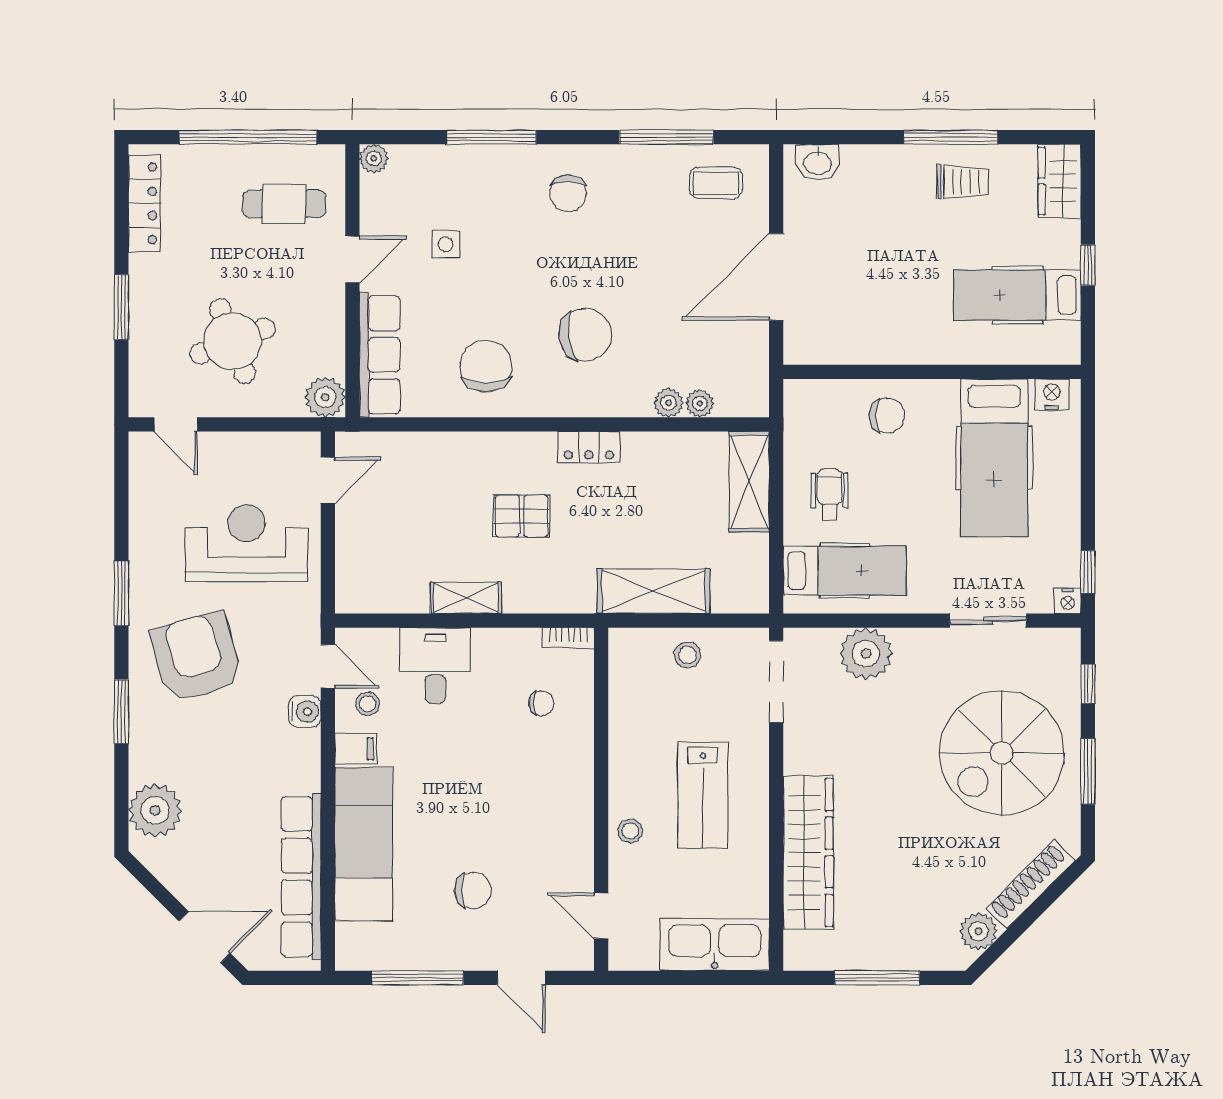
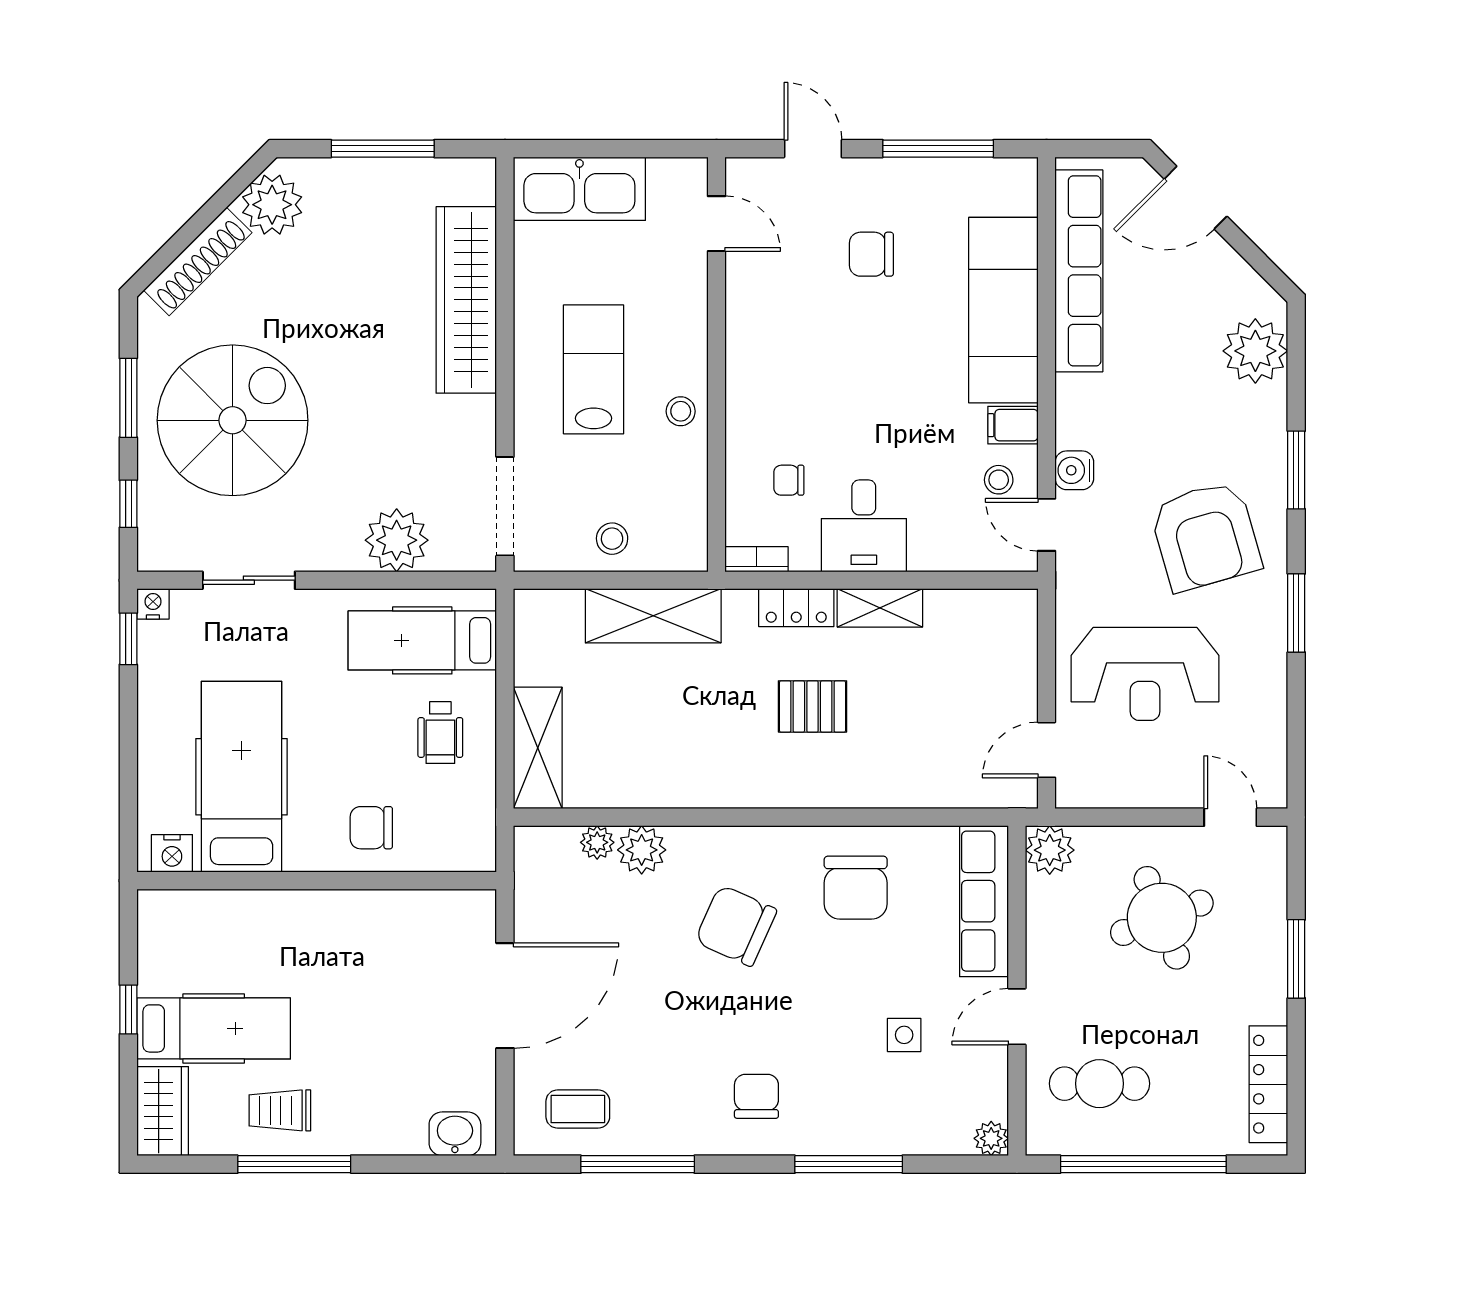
hospital bed: (1017, 295) -> (214, 1028), moved
chair: (585, 335) -> (736, 926), turned 32
plant: (669, 403) -> (642, 850), width x1.38, depth x1.38
locker: (589, 447) -> (796, 608), moved, turned 180
desk: (435, 666) -> (864, 526), moved
stool: (630, 831) -> (681, 411), moved
plant: (978, 931) -> (272, 205), width x1.36, depth x1.36

